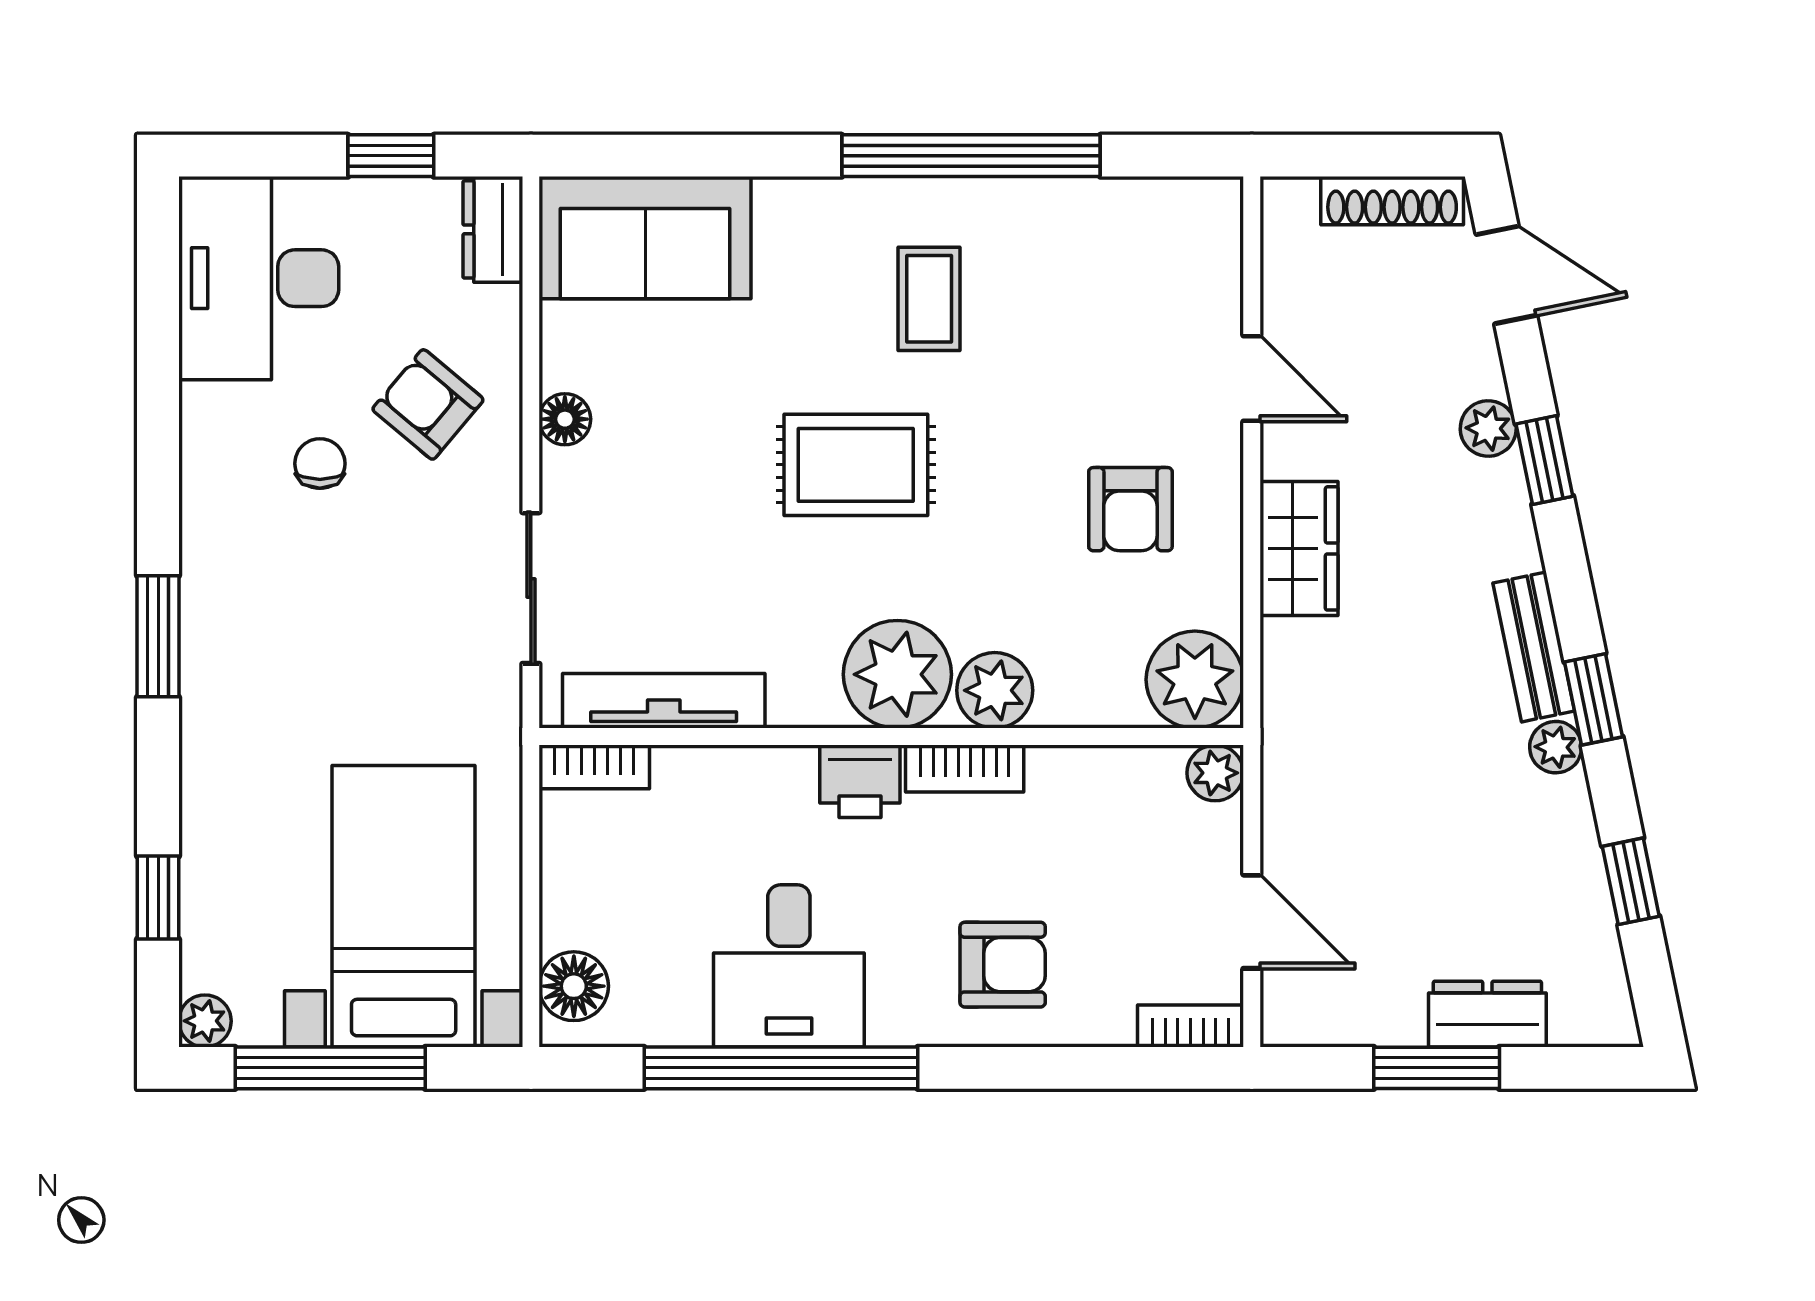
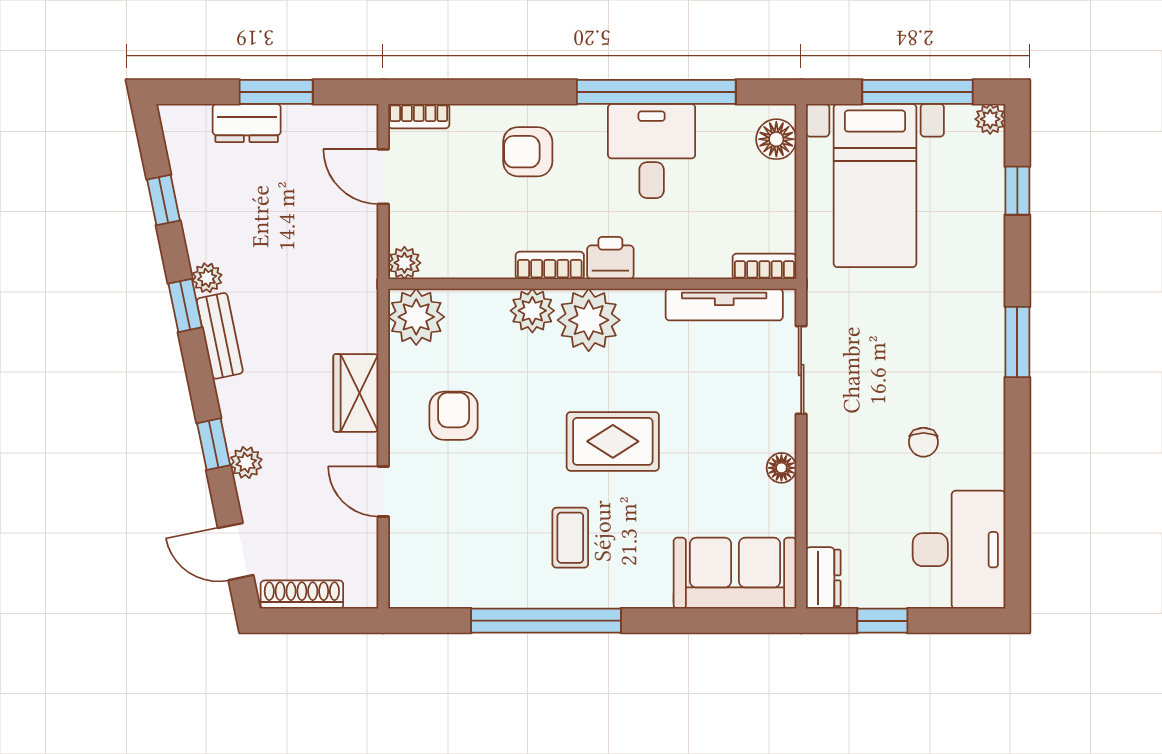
armchair: (428, 404) -> (861, 476), removed

